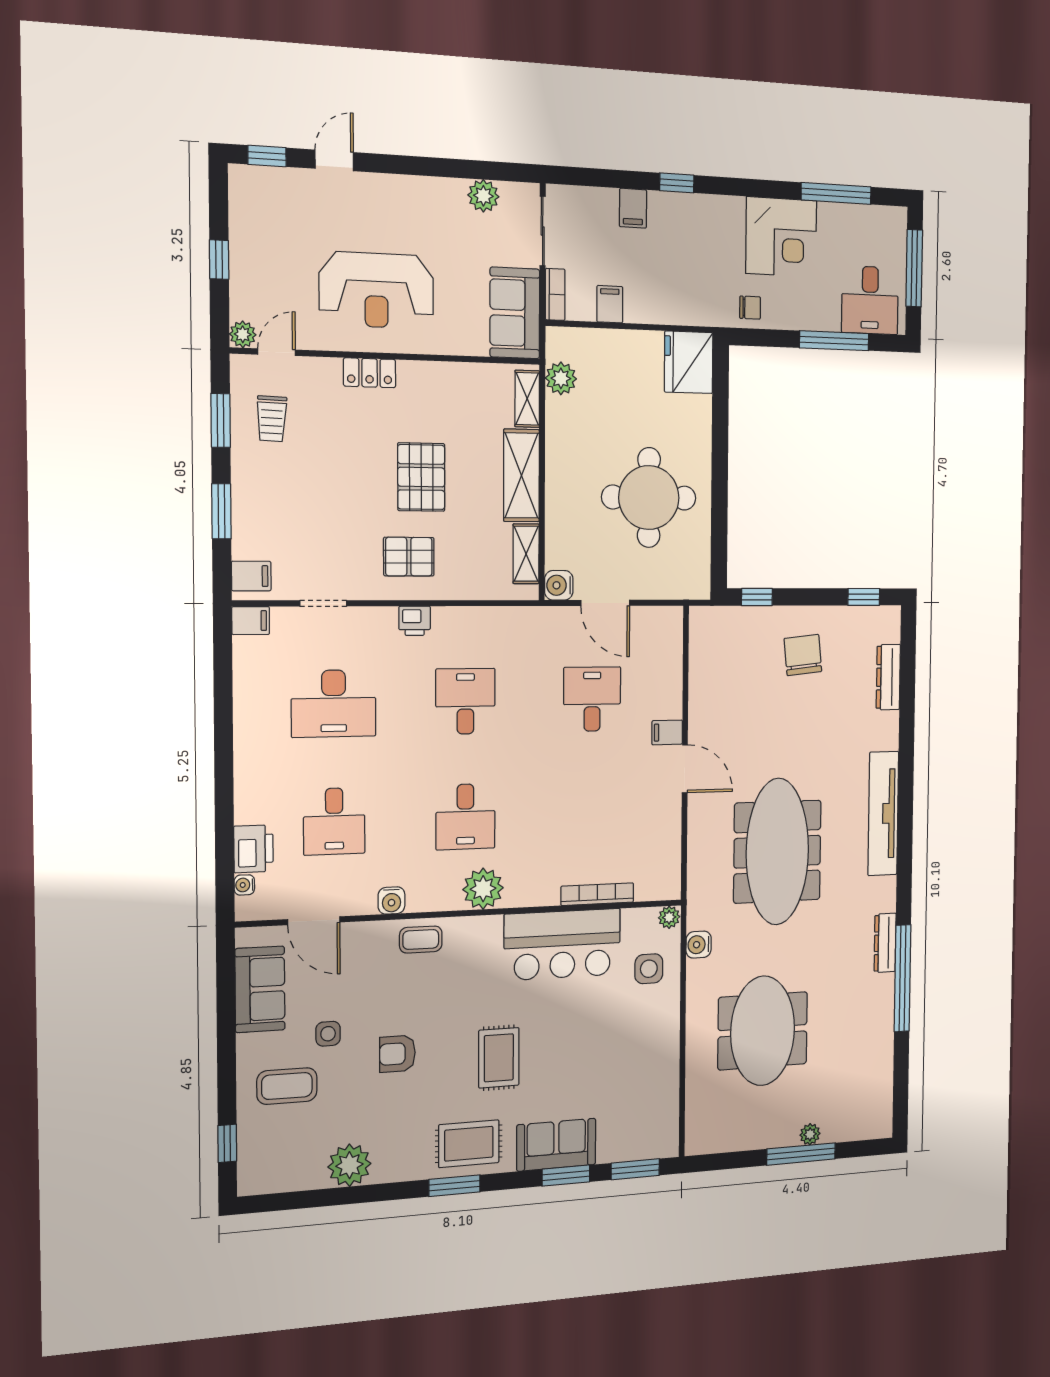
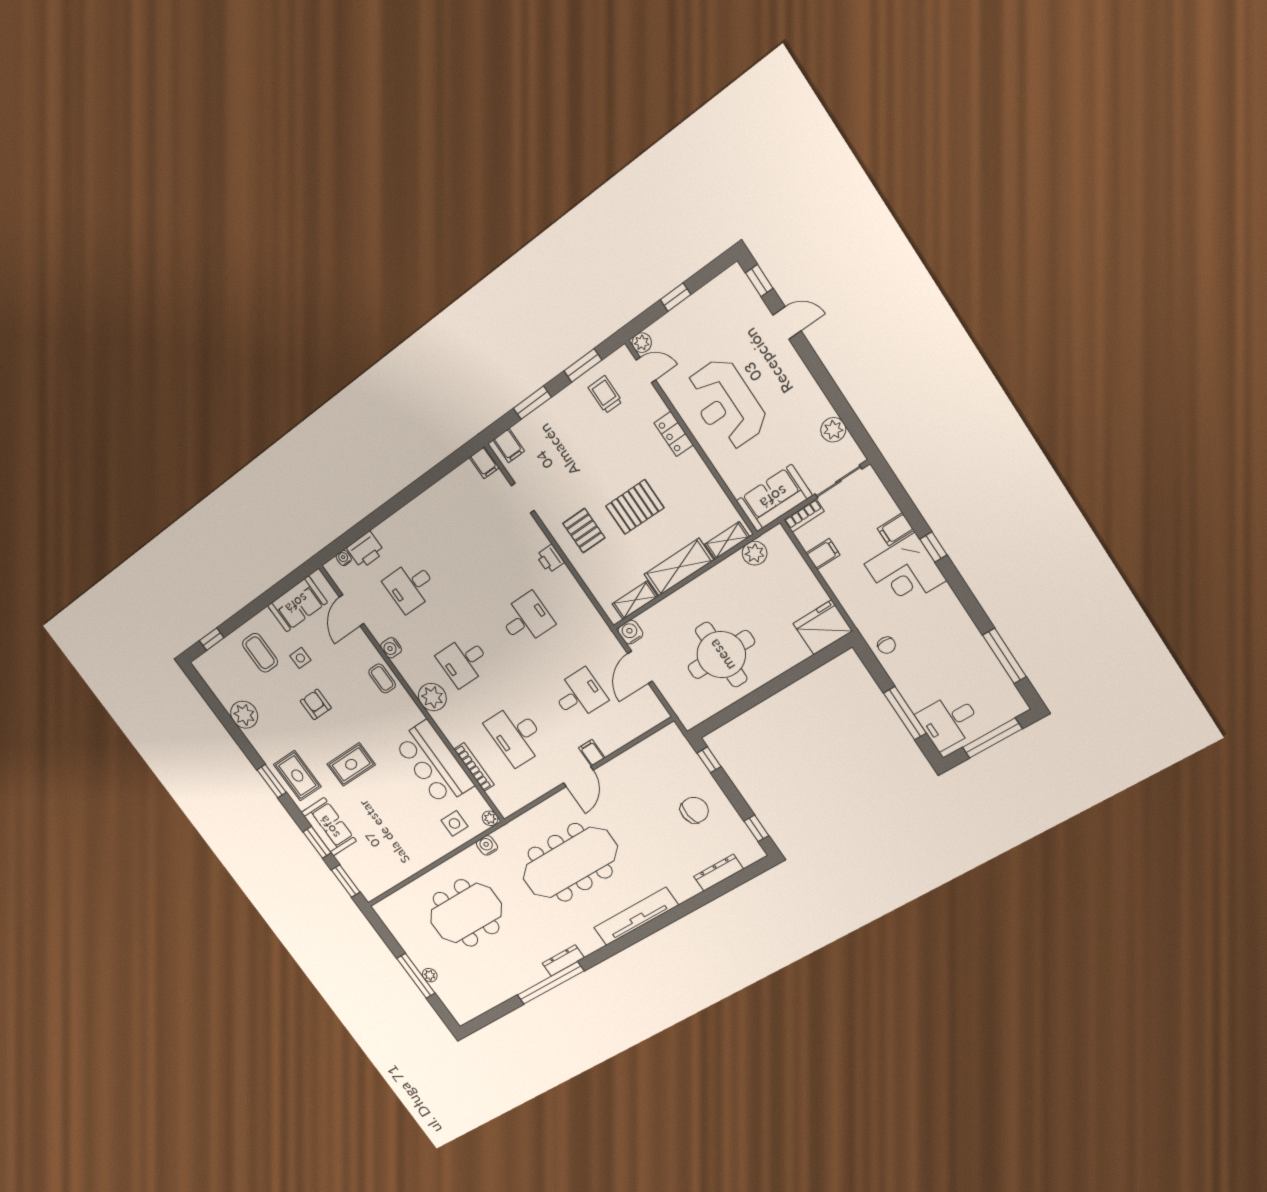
corner desk: (781, 237) -> (905, 572), moved
trolley: (272, 419) -> (605, 395), turned 88
desk: (334, 703) -> (516, 735), moved

